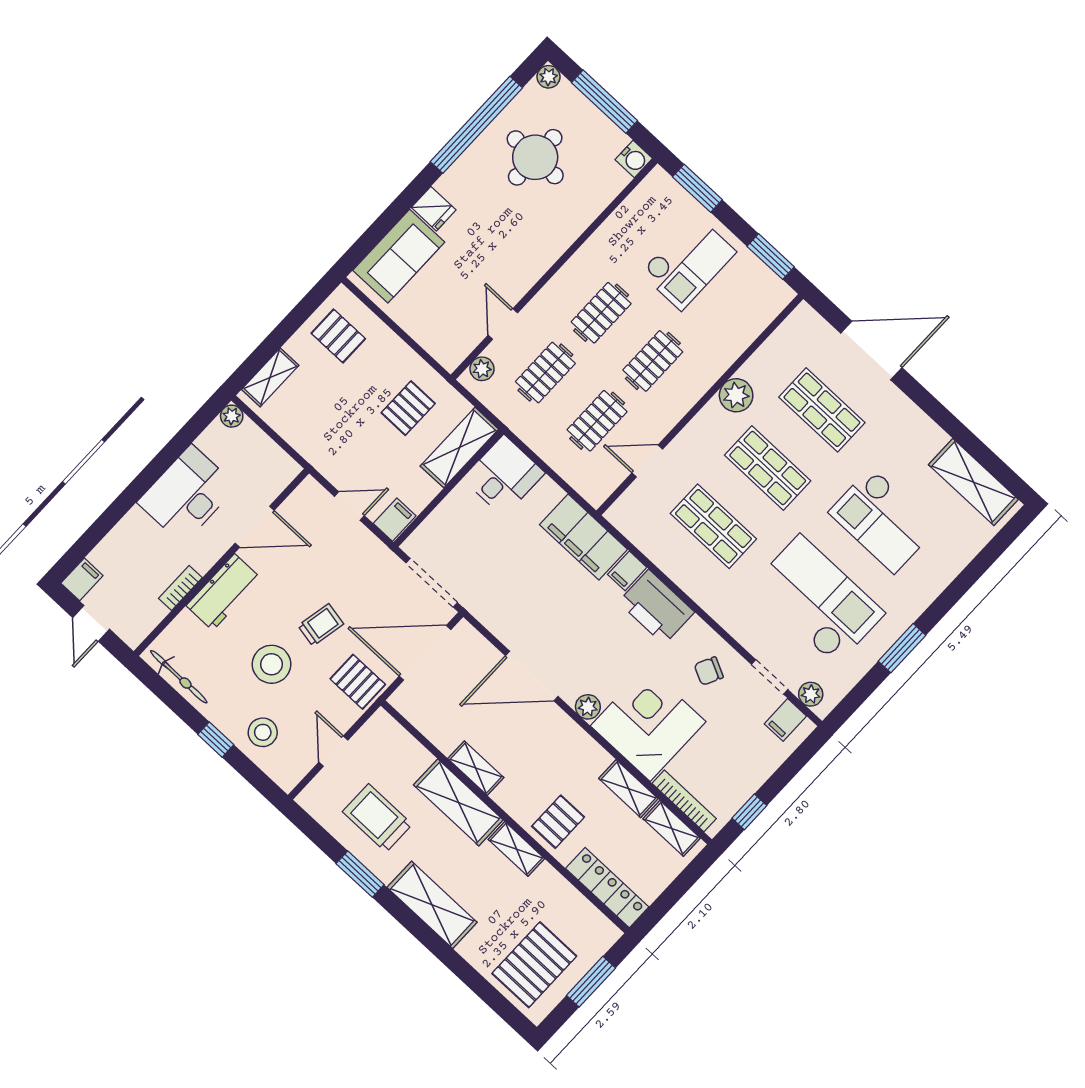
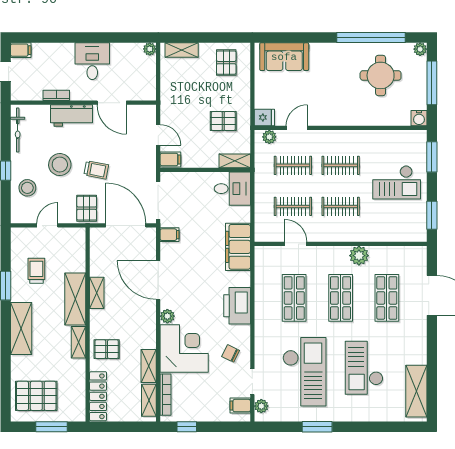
fridge: (434, 209) -> (264, 117), moved, turned -90
shelving: (459, 448) -> (235, 161), width x0.67, depth x0.75
desk: (187, 494) -> (92, 61), width x0.73
filing cabinet: (627, 571) -> (170, 235), moved, turned 180
trolley: (377, 818) -> (36, 271), width x0.73, depth x0.72

